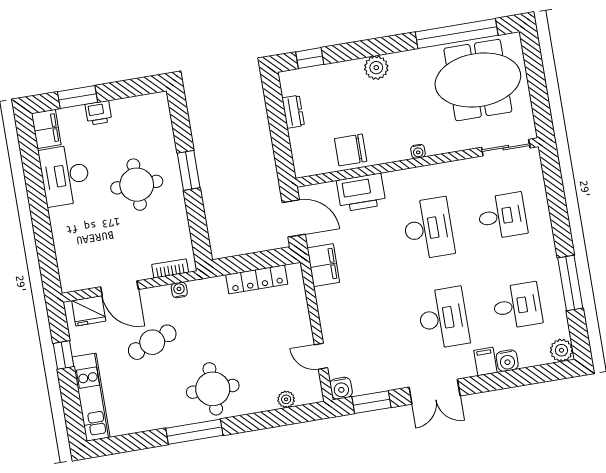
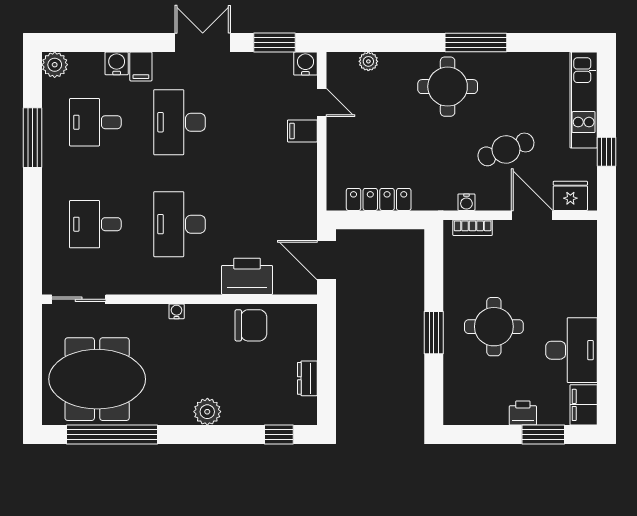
filing cabinet: (323, 265) -> (302, 131), moved, width x0.50

